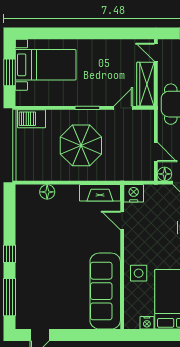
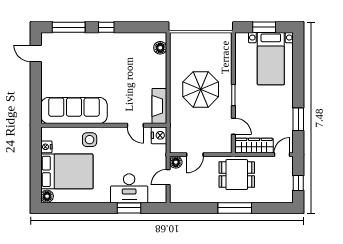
window: (115, 33) -> (298, 119), added
barbecue: (32, 119) -> (224, 46), removed
floor lamp: (47, 192) -> (160, 48), moved
door: (122, 220) -> (135, 125), swing flipped

